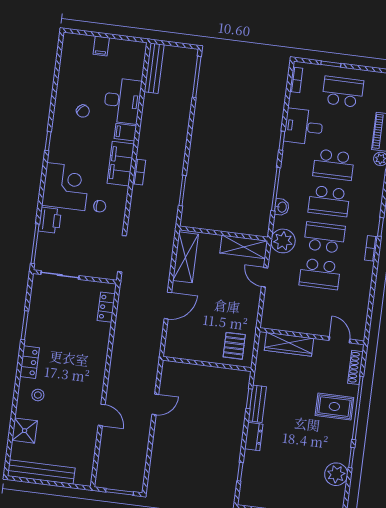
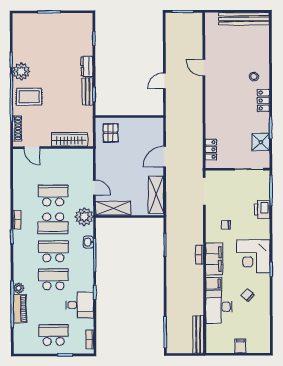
school desk: (343, 92) -> (54, 335), turned 180
corner desk: (66, 187) -> (253, 256), moved
shower: (25, 431) -> (261, 142), moved
plant: (336, 474) -> (21, 72), moved

